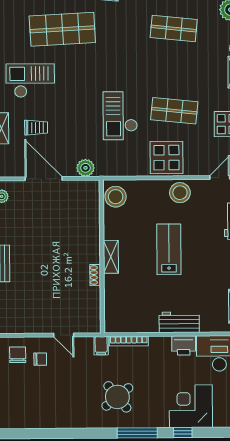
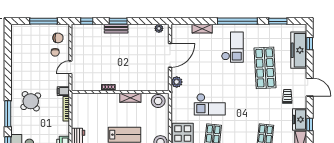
checkout: (120, 116) -> (210, 104), turned 180
trolley: (36, 128) -> (202, 51), removed
shelving: (111, 257) -> (130, 98), moved

